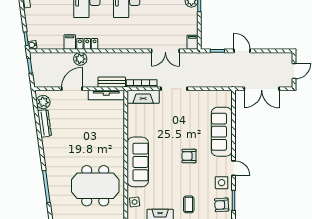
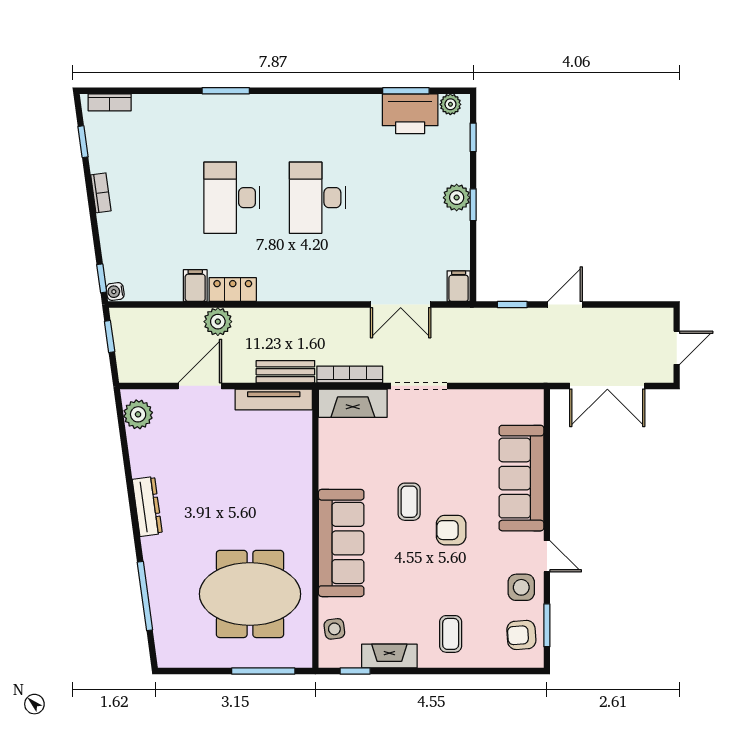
door: (242, 51) -> (565, 305), hinge flipped
dresser: (44, 123) -> (147, 507), moved
coffee table: (169, 143) -> (409, 502), added

